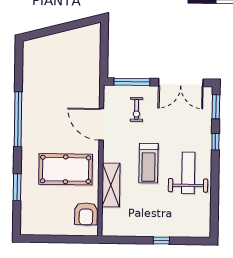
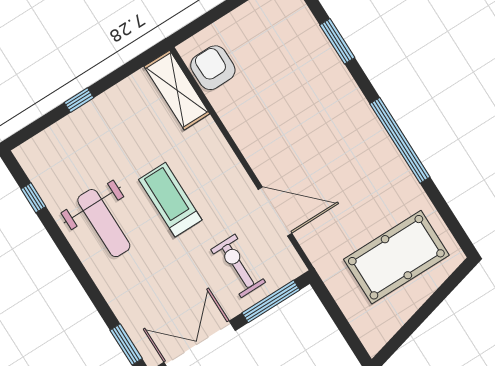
exercise bike: (137, 109) -> (238, 266), width x1.38, depth x1.39
window: (215, 142) -> (33, 198), moved
pool table: (66, 169) -> (396, 257), moved
shelving: (111, 185) -> (177, 90), moved

